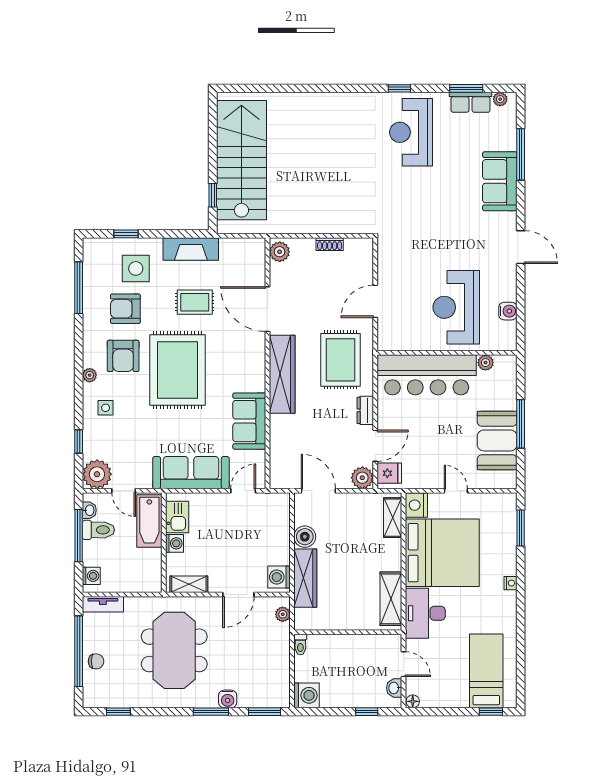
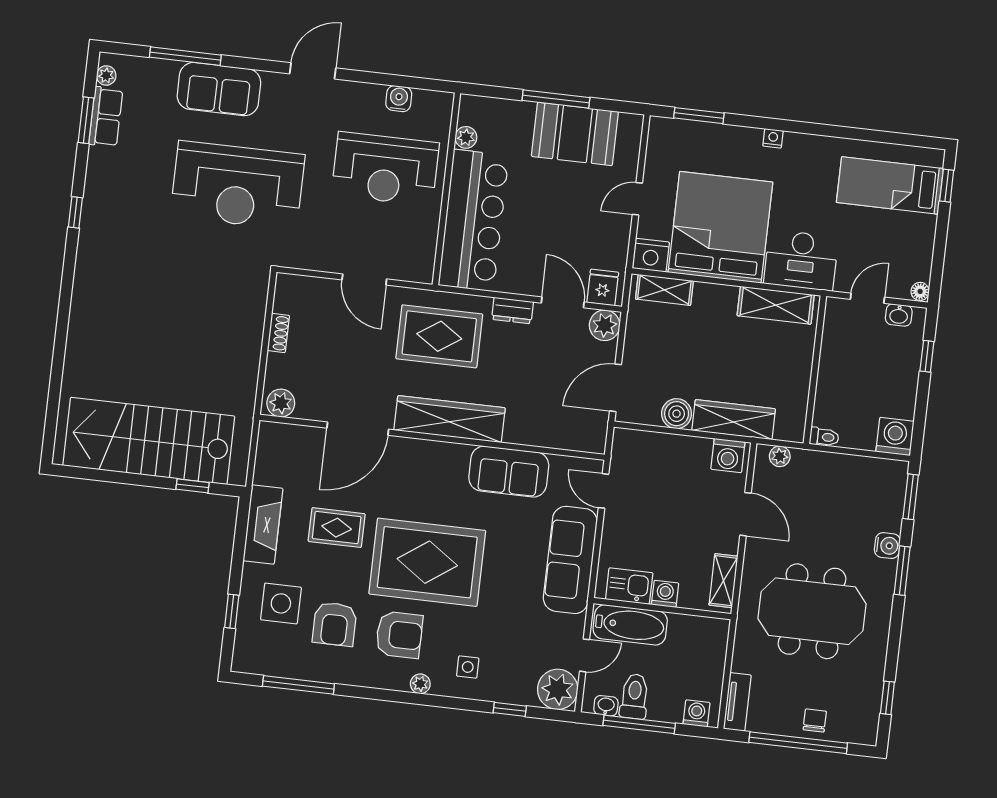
reception desk: (411, 132) -> (238, 185), moved, width x1.36, depth x1.30
rug: (195, 302) -> (337, 528), turned 90

